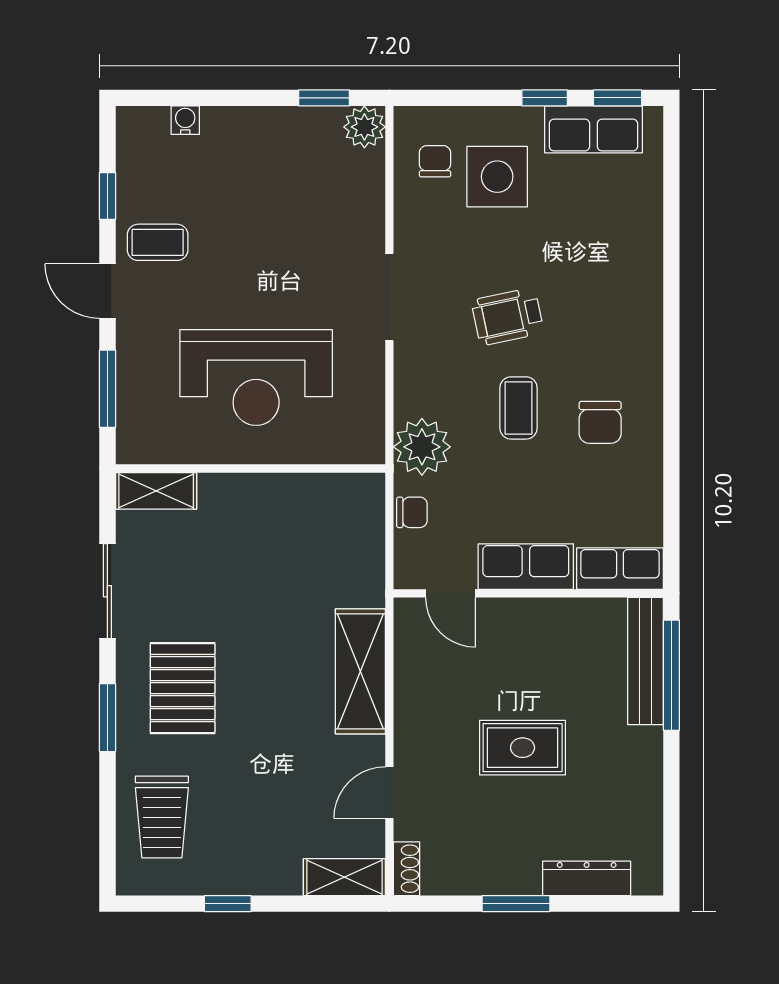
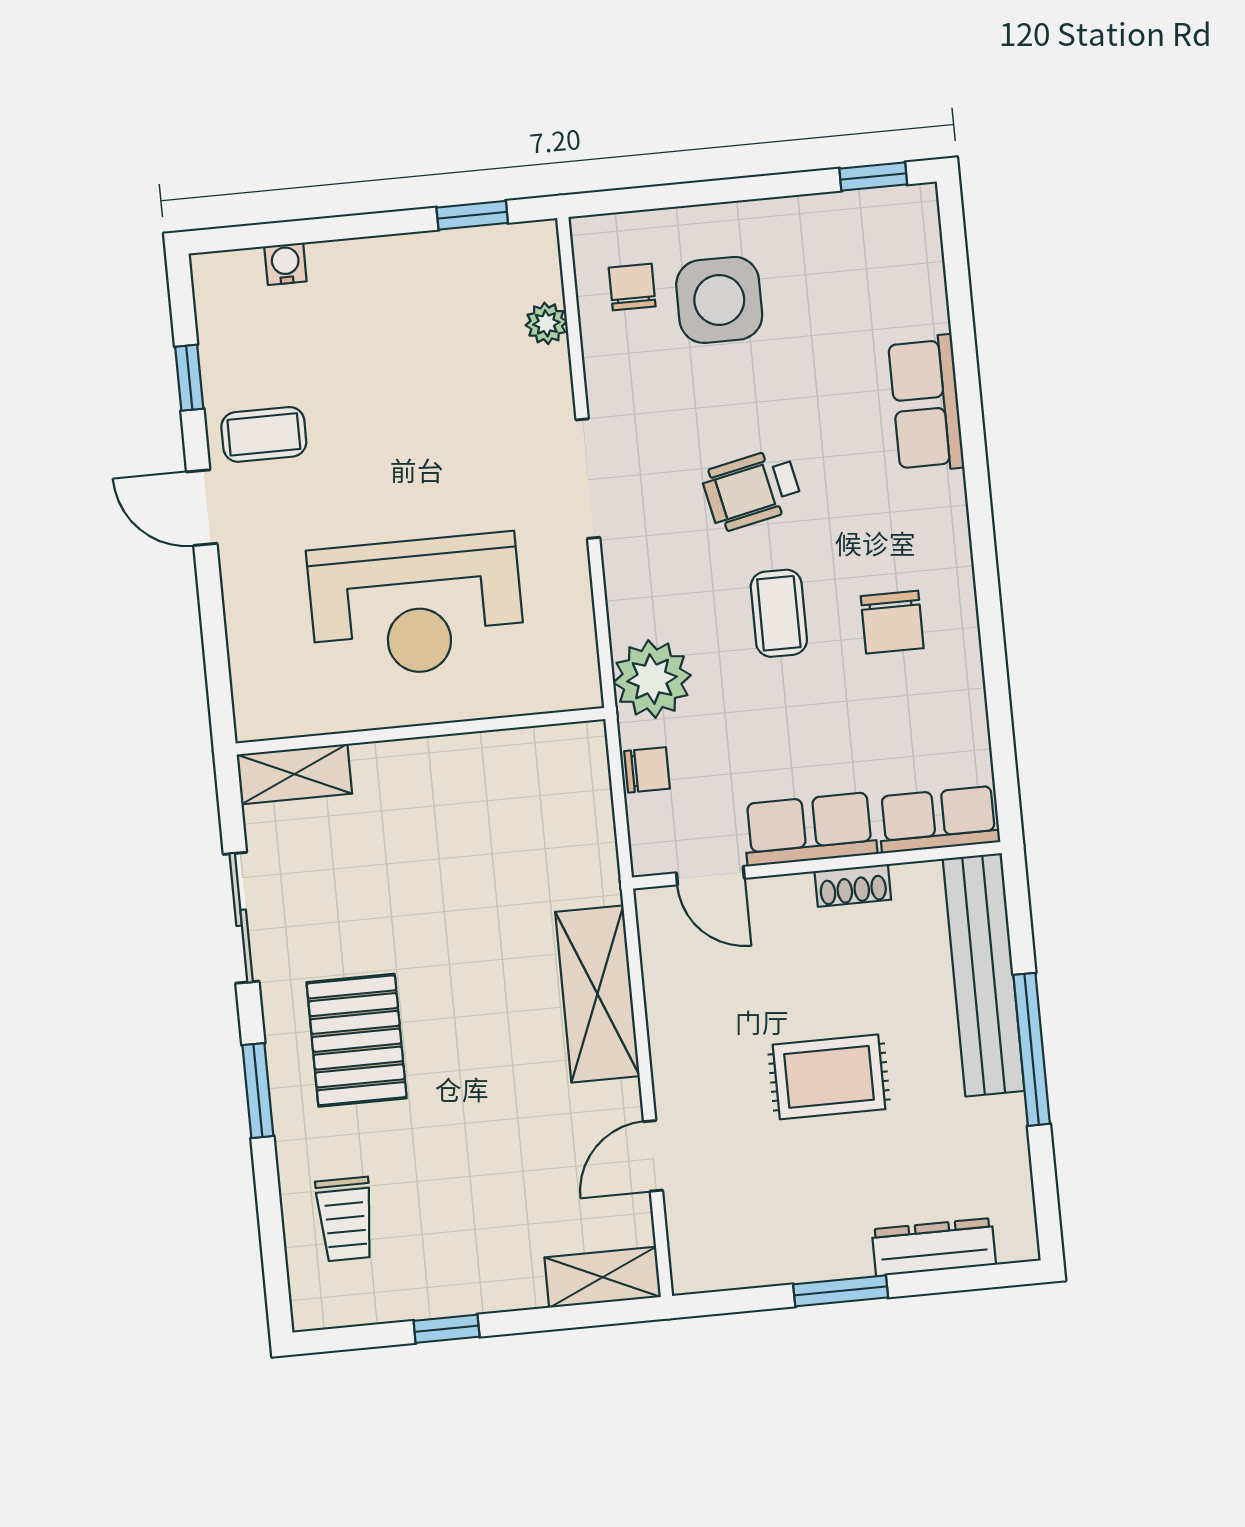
window: (545, 98) -> (774, 186), removed
plant: (364, 127) -> (546, 323), moved, width x0.73, depth x0.73
row of seats: (593, 129) -> (926, 404), moved, turned 90
window: (107, 389) -> (215, 641), removed
bench: (646, 661) -> (984, 975), width x1.37, depth x1.21
window: (671, 675) -> (1032, 1049), moved
trolley: (162, 817) -> (345, 1219), width x0.73, depth x0.72
shoe rack: (407, 869) -> (853, 885), moved, turned 90

